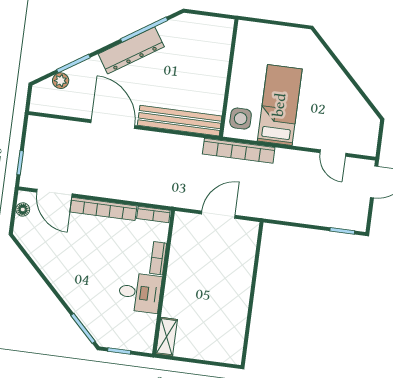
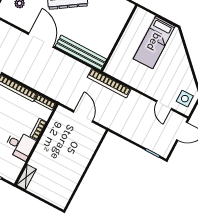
bed: (280, 105) -> (154, 42), moved, turned 180
side table: (241, 119) -> (185, 99), moved
door: (218, 215) -> (83, 116), hinge flipped

